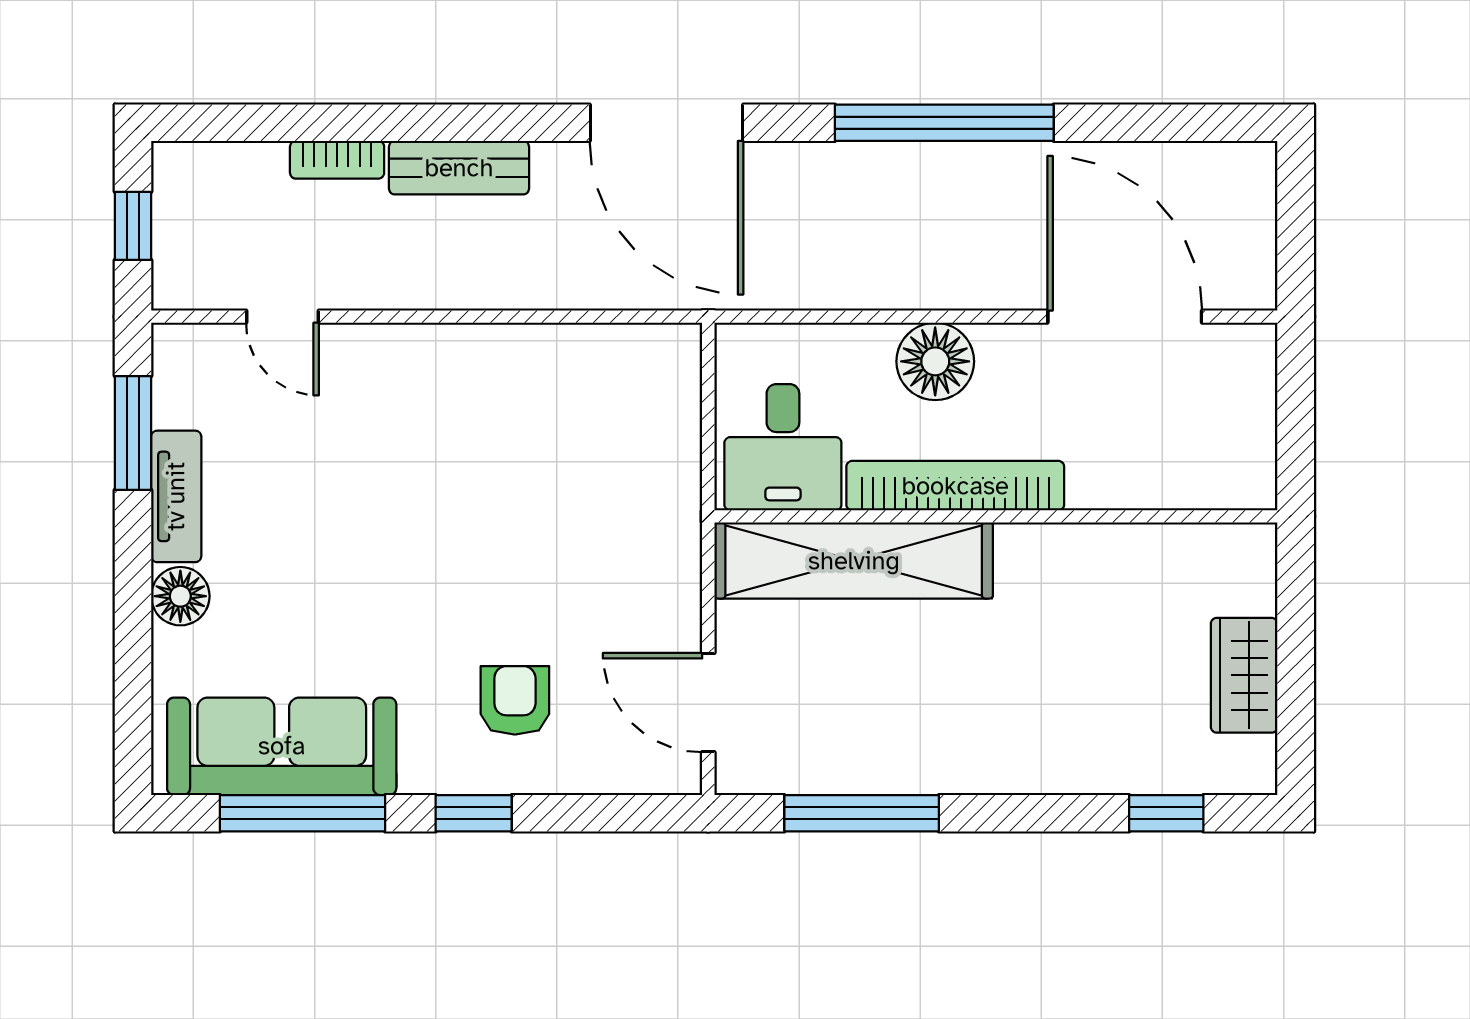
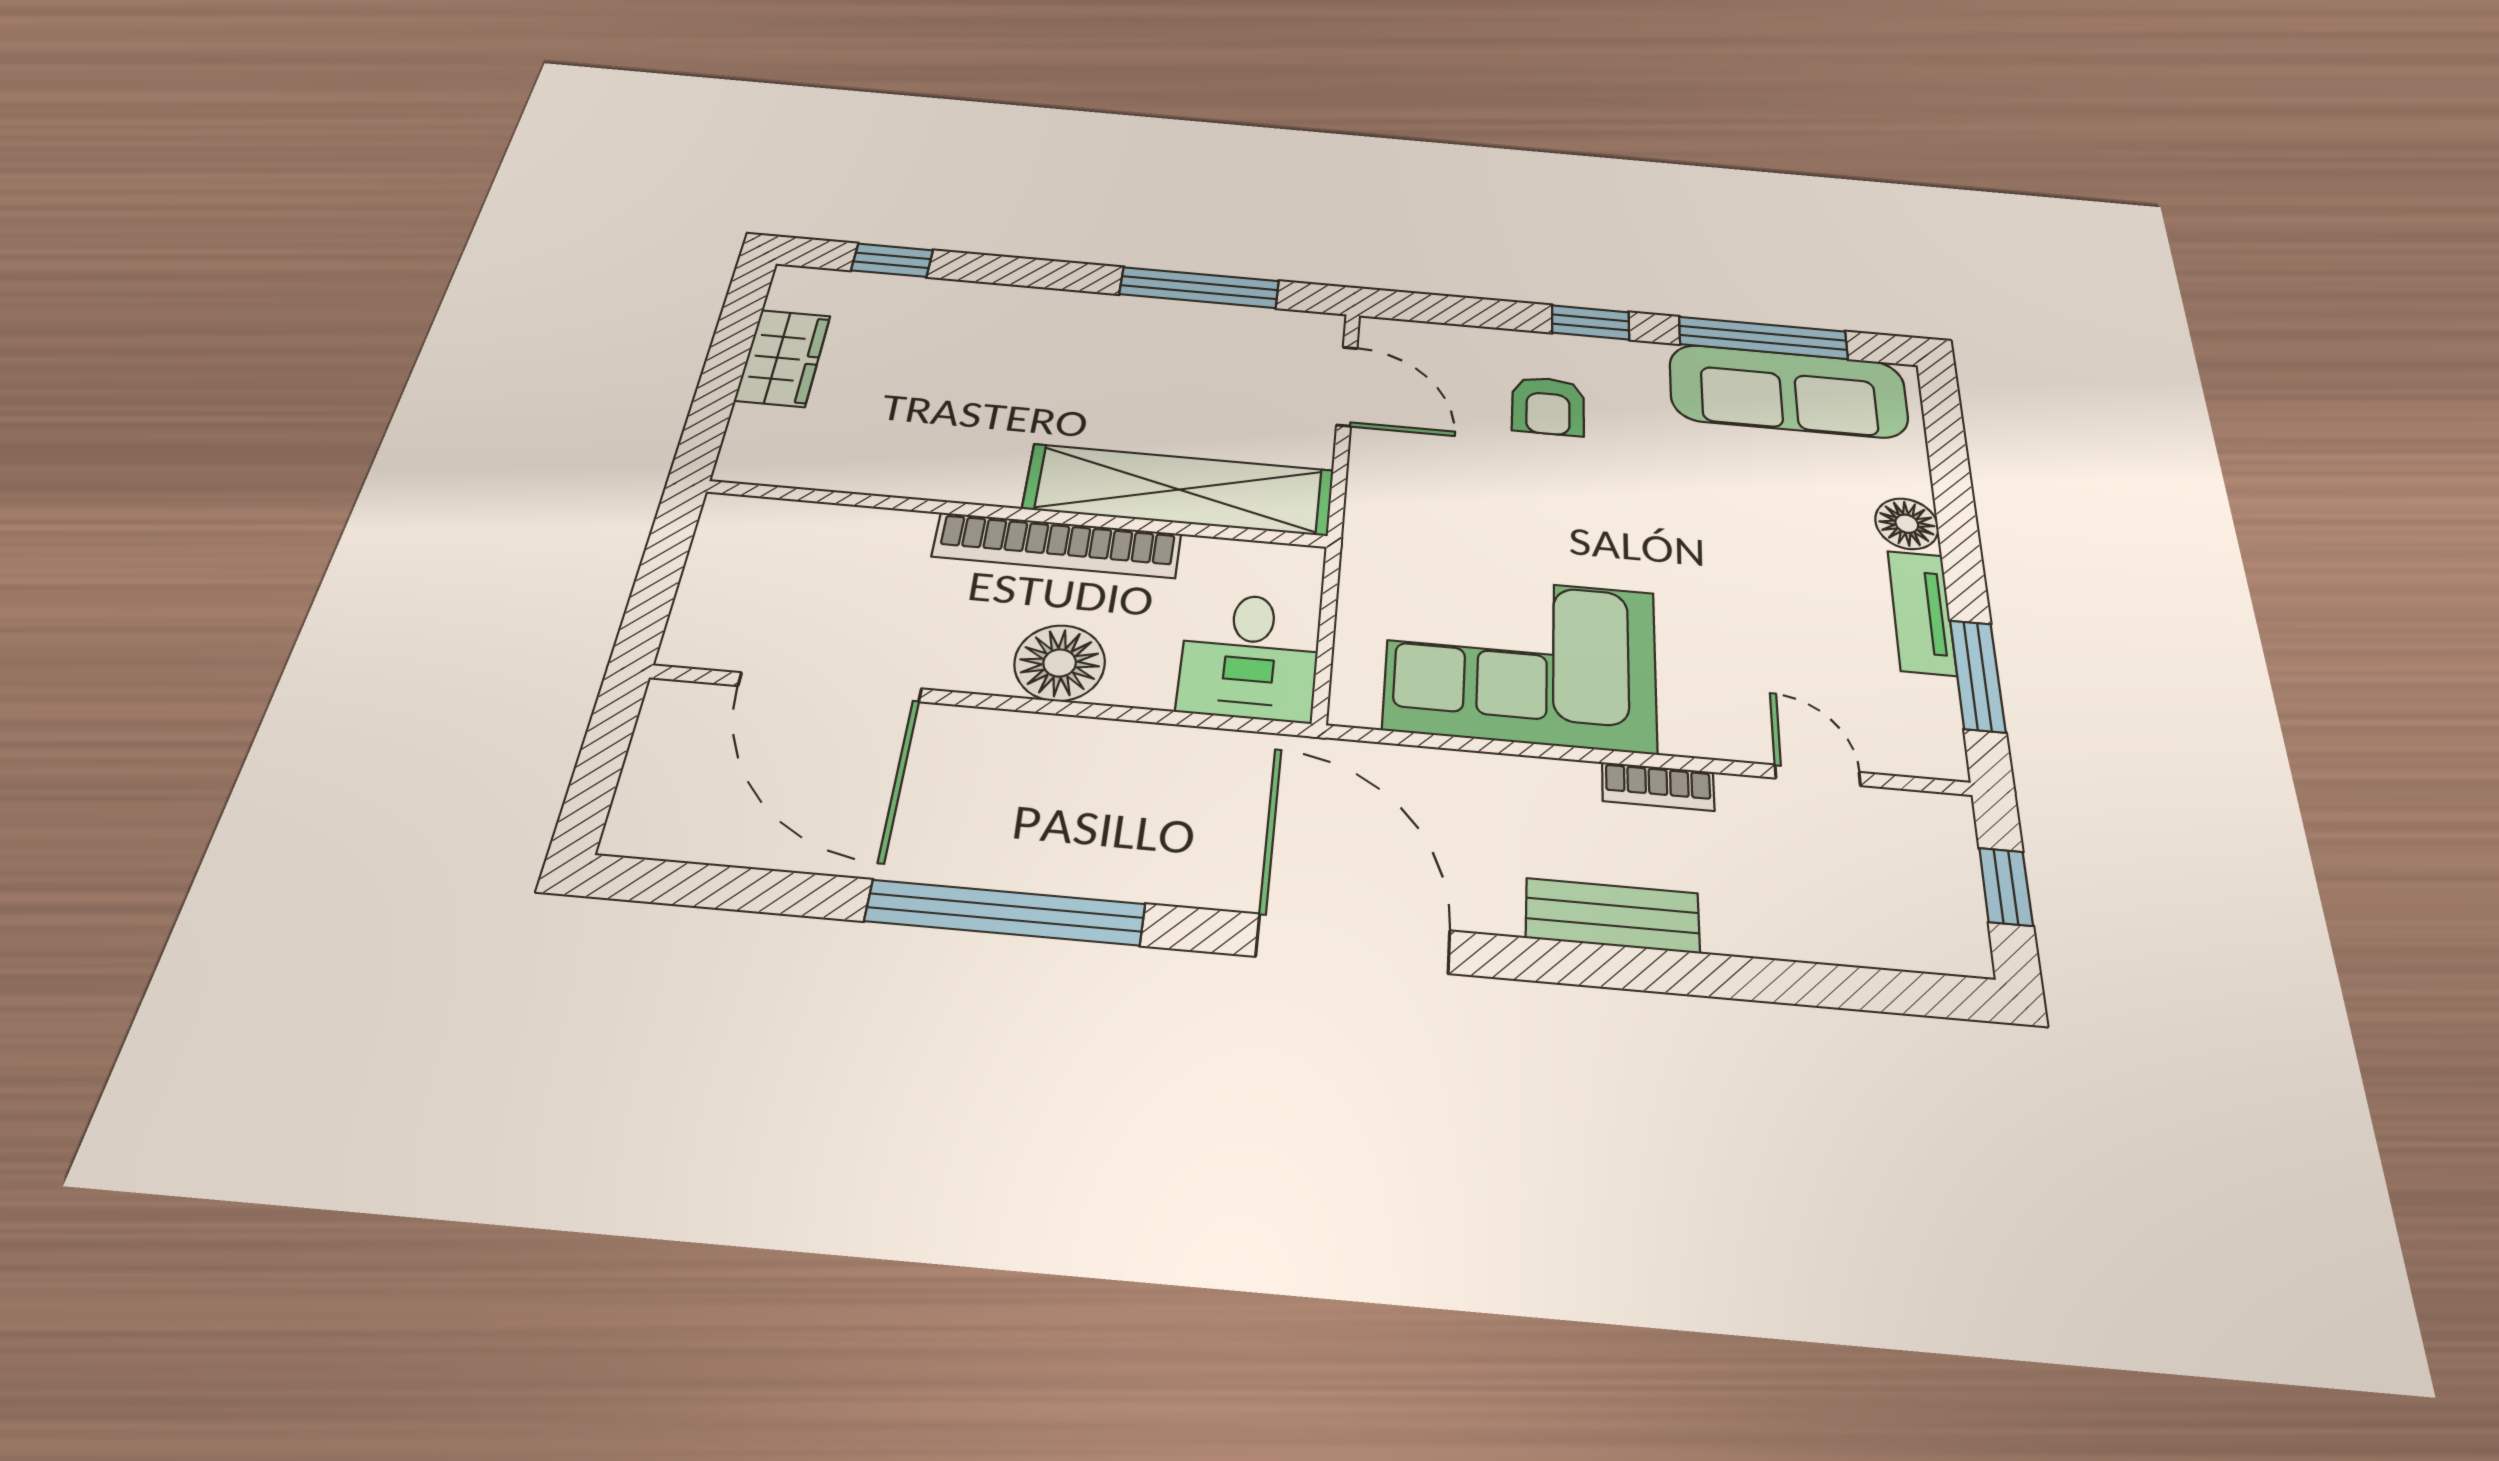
bookcase: (337, 160) -> (1658, 786), moved, turned 180
corner sofa: (537, 407) -> (1521, 660), added
desk: (783, 447) -> (1250, 656), moved, turned 180

